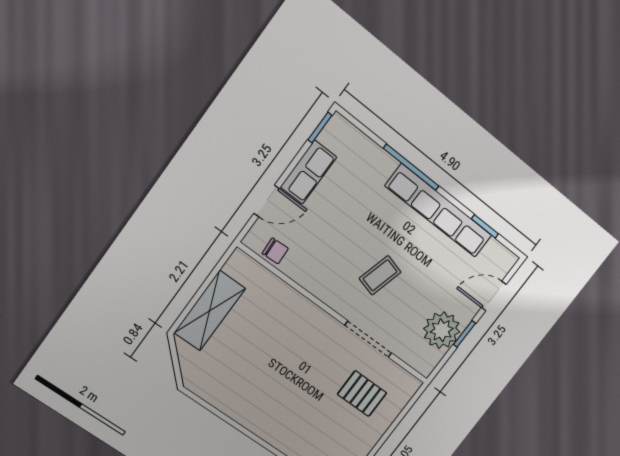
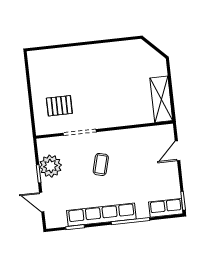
row of seats: (308, 172) -> (166, 208), moved, turned 90
chair: (275, 251) -> (155, 133), removed
door: (494, 296) -> (42, 202), swing flipped
shelving: (210, 311) -> (161, 99), moved

